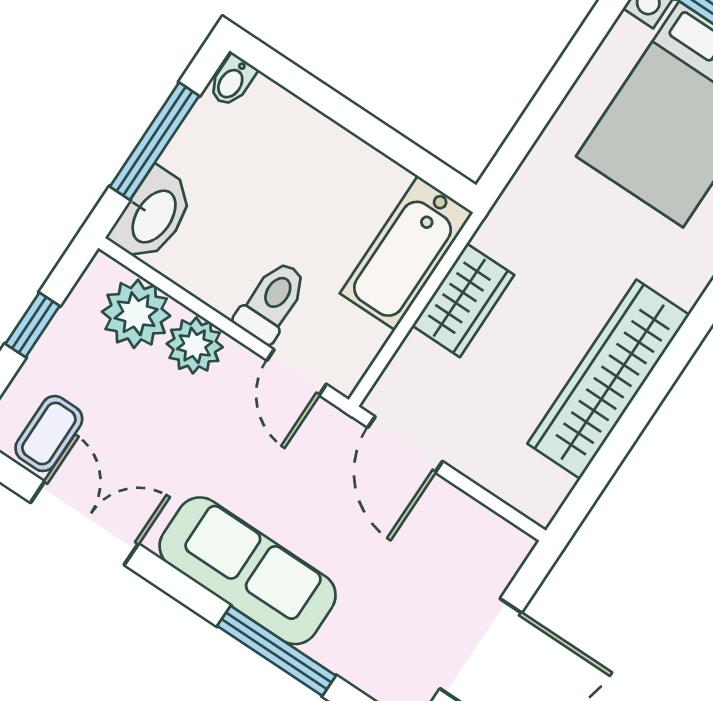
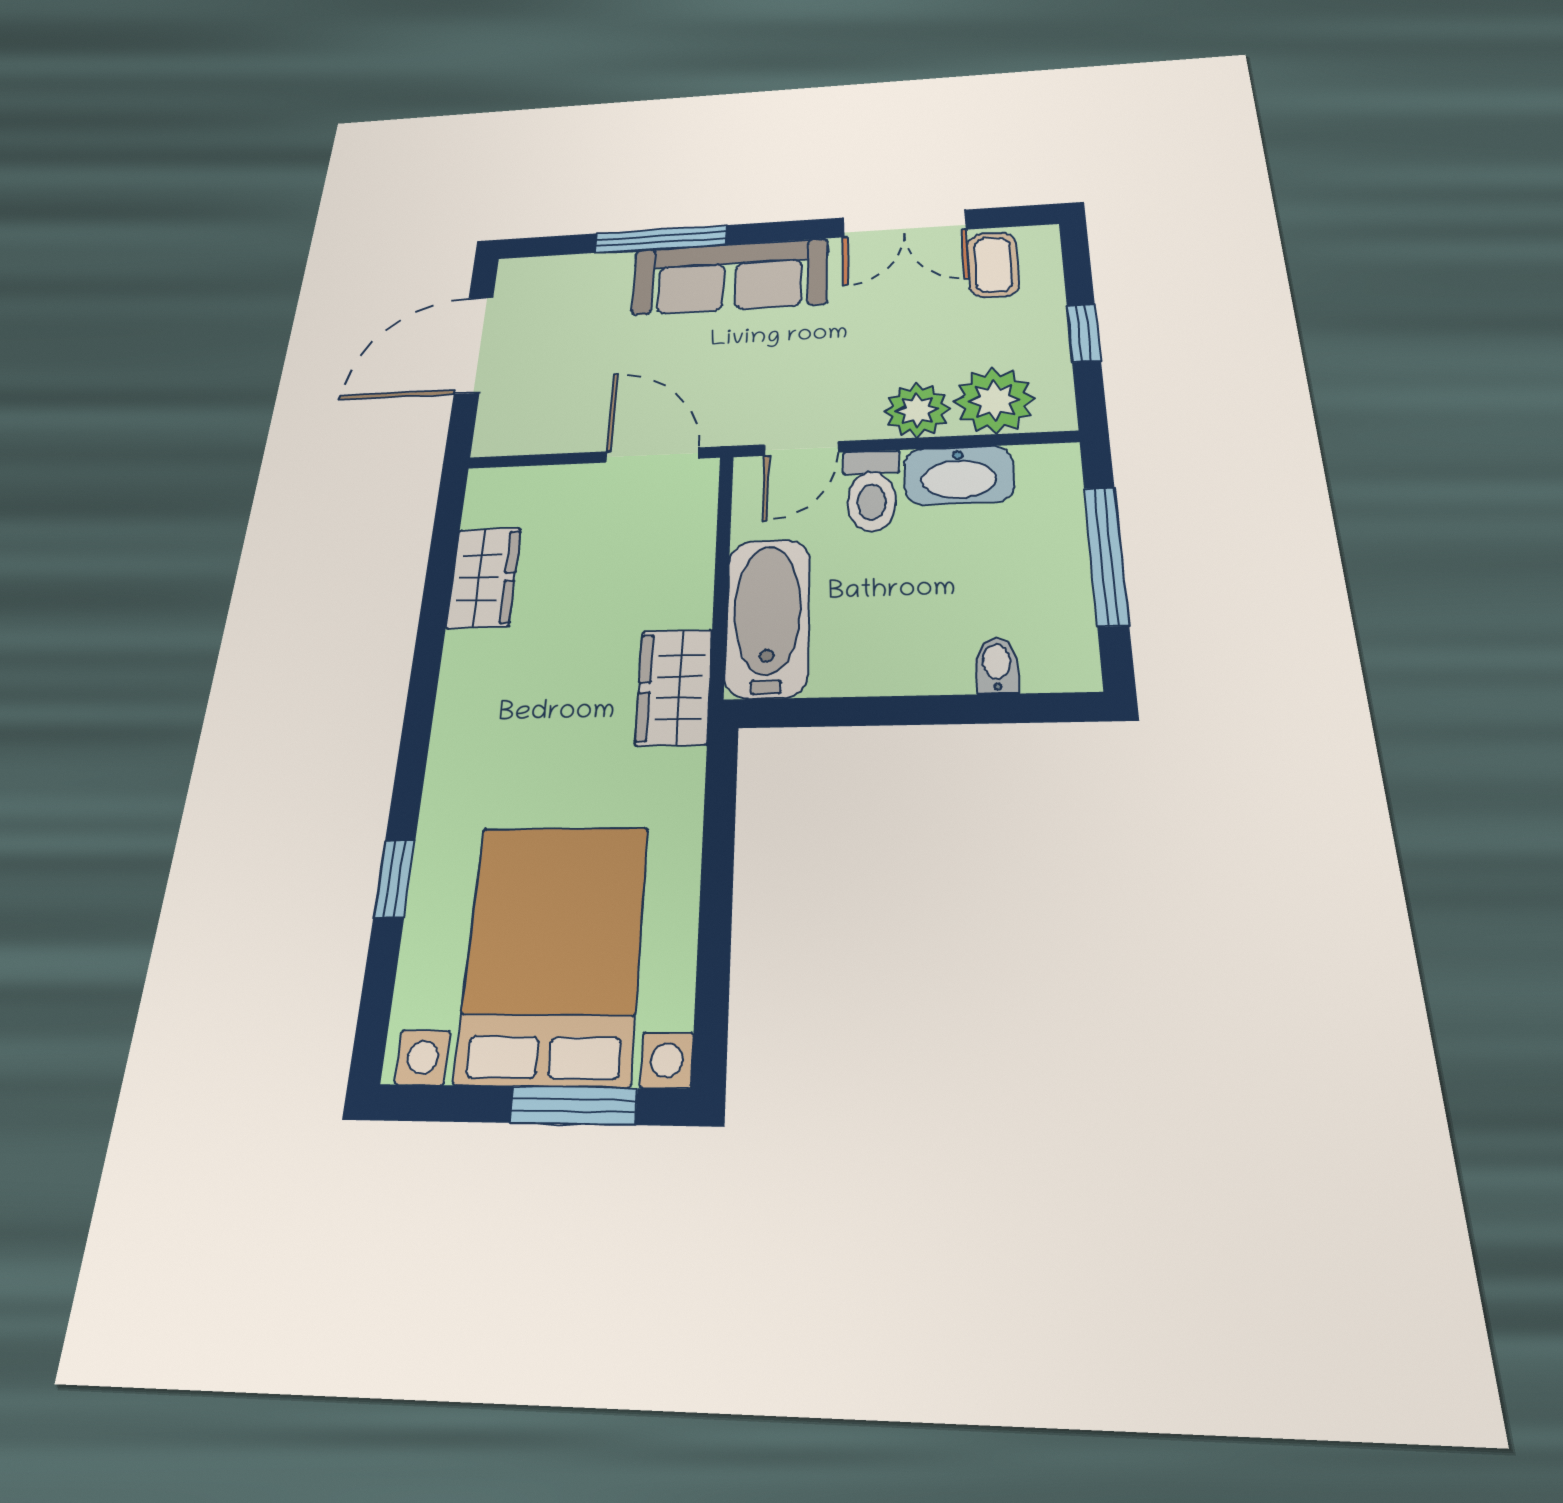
bidet: (232, 81) -> (997, 665), moved
washbasin: (153, 216) -> (959, 475), moved, turned -90
wardrobe: (463, 300) -> (674, 687), moved
door: (297, 372) -> (801, 449), swing flipped
wardrobe: (608, 379) -> (484, 577), width x0.48, depth x0.85

